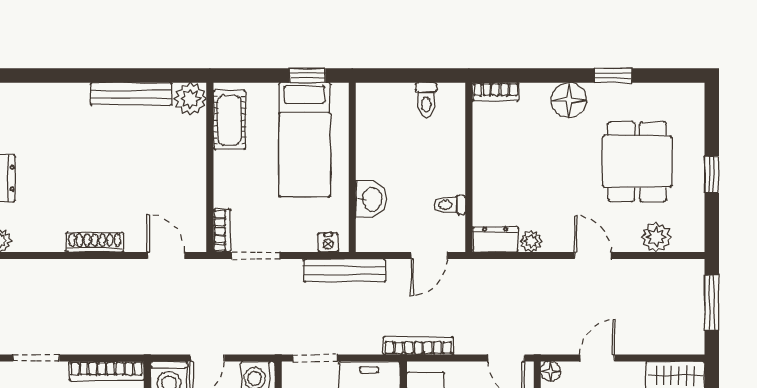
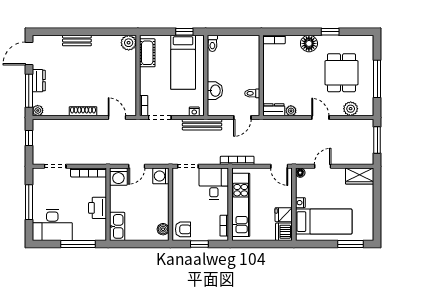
bench: (131, 94) -> (77, 40), moved, width x0.73
toilet: (426, 100) -> (212, 43), moved
window: (712, 174) -> (377, 79), width x2.17

